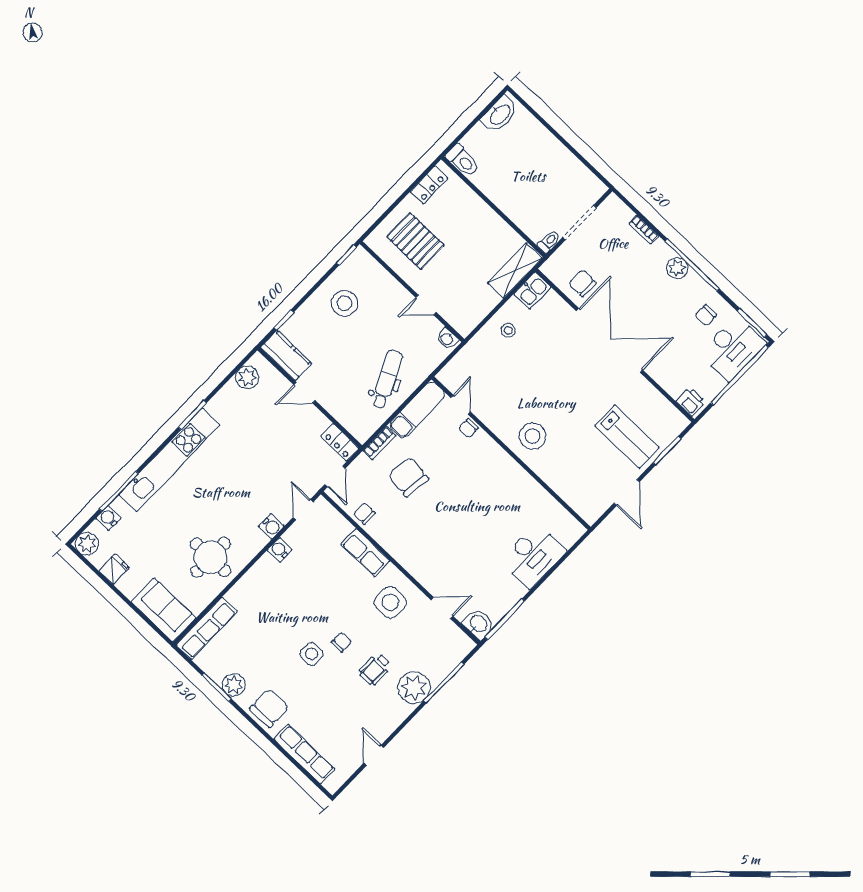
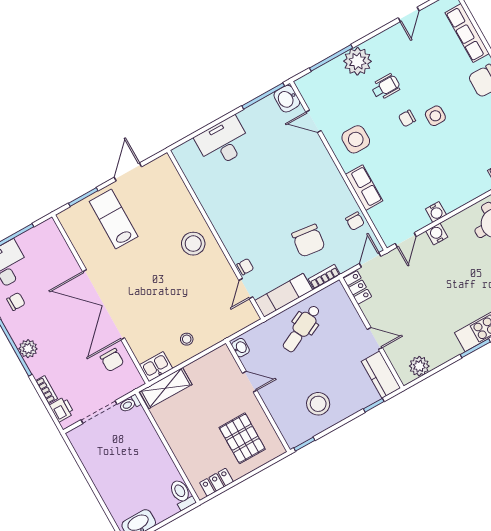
printer: (691, 402) -> (62, 409), moved, turned 180

